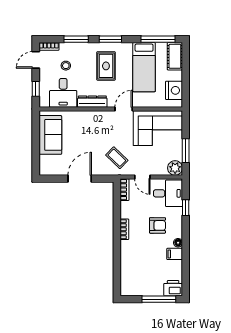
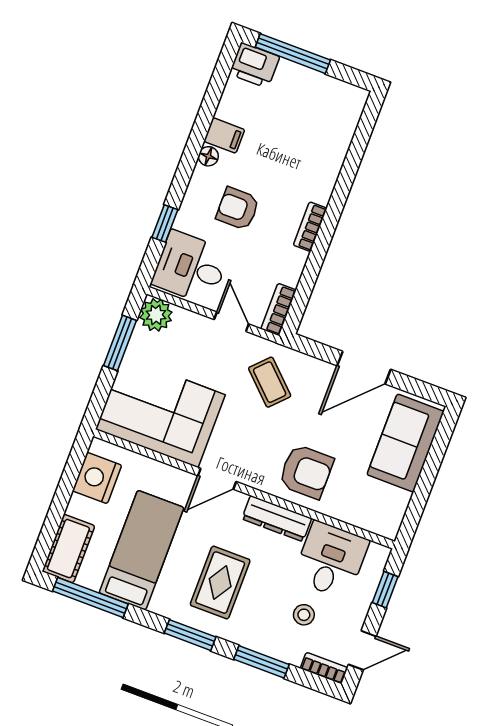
armchair: (87, 126) -> (306, 472), added
sofa: (50, 135) -> (406, 443), moved

